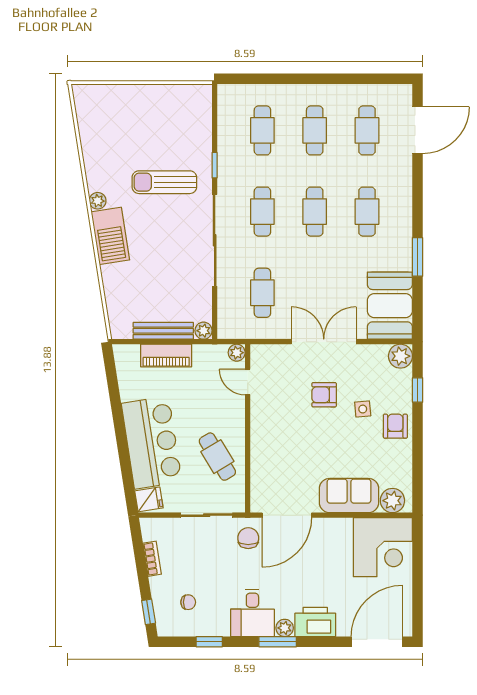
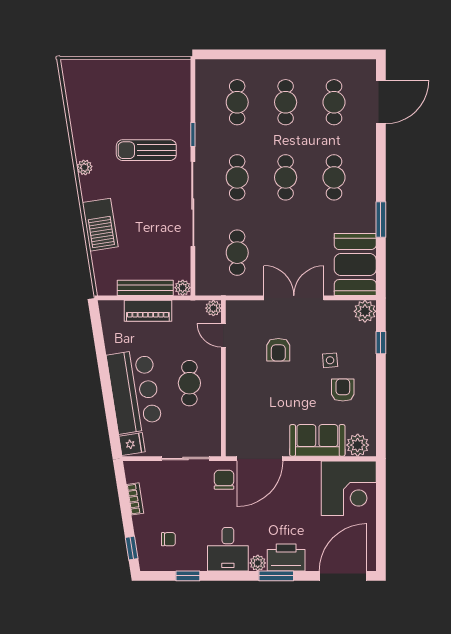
barbecue: (110, 236) -> (100, 225), moved
armchair: (324, 395) -> (278, 350), moved, turned -90
armchair: (395, 426) -> (343, 390), moved
cafe table: (217, 457) -> (189, 383), moved, turned 31
window: (278, 642) -> (276, 576), moved

